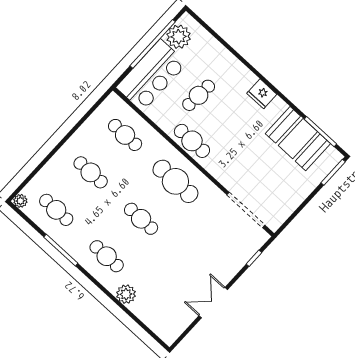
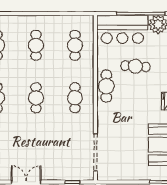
cafe table: (175, 181) -> (75, 98), width x0.73, depth x0.74

